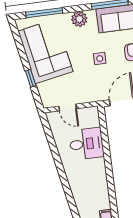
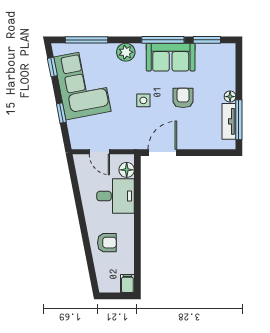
window: (18, 40) -> (52, 67), added
floor lamp: (93, 120) -> (127, 170), added
armchair: (84, 185) -> (107, 243), added

